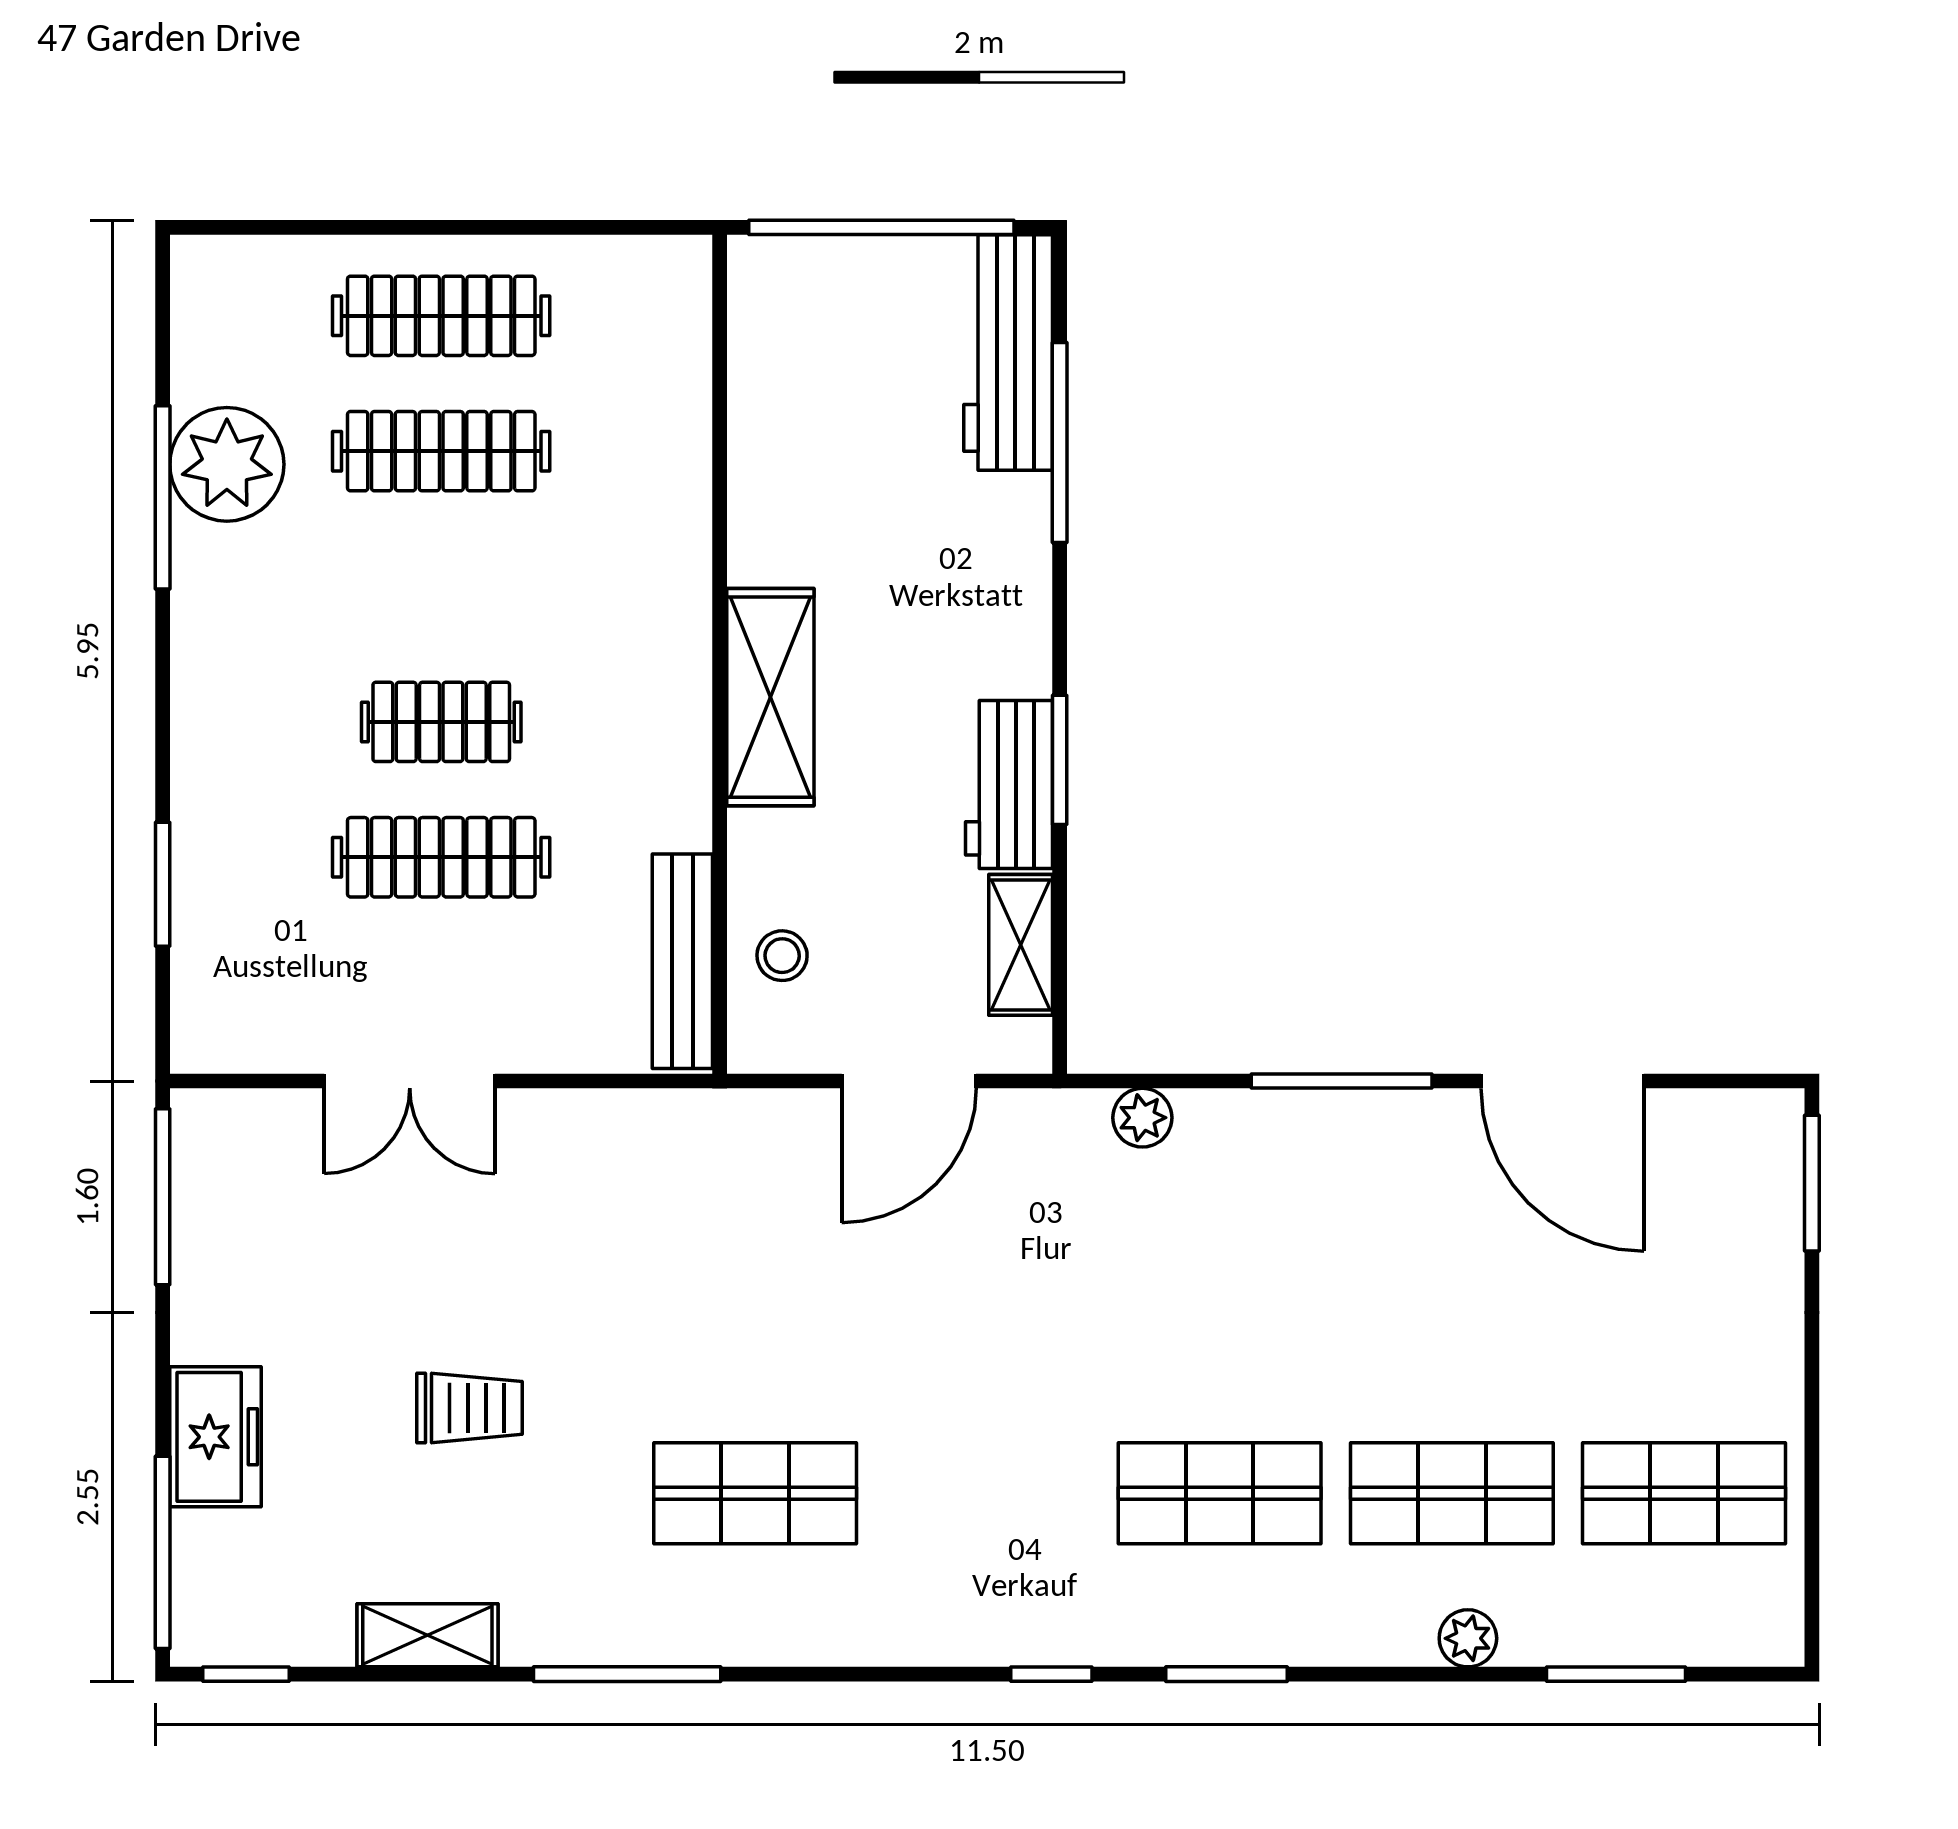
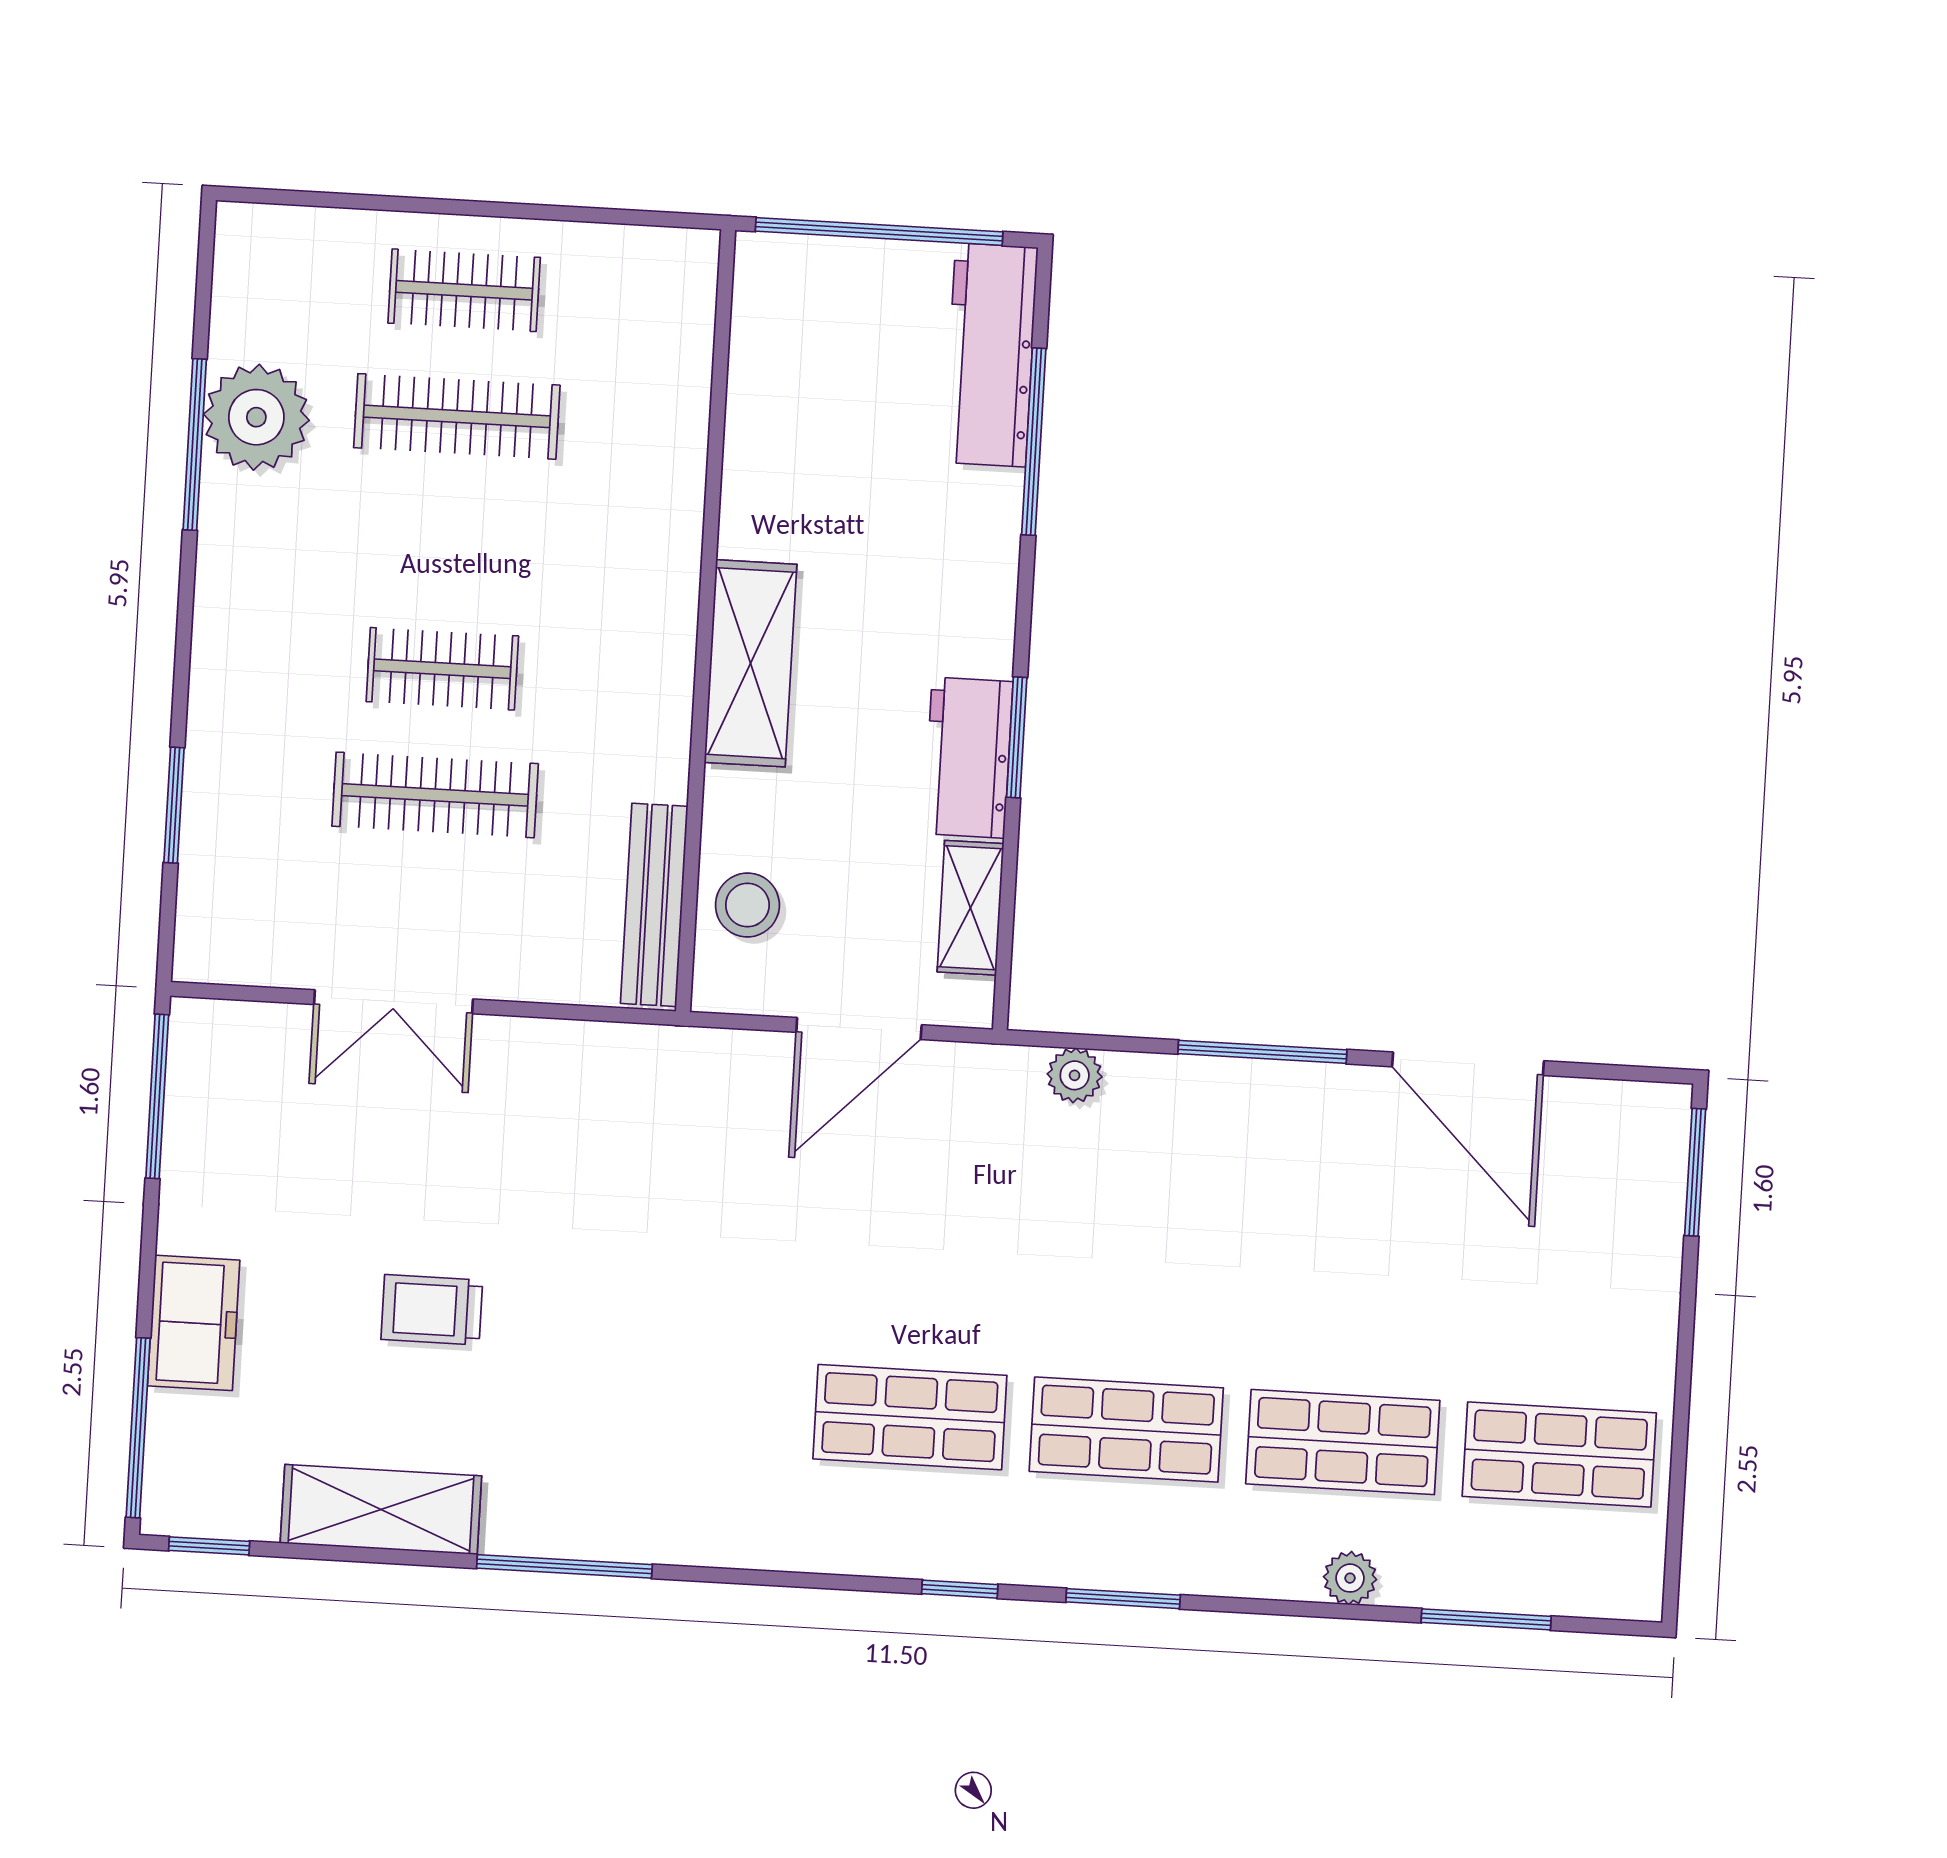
clothes rail: (441, 316) -> (464, 290), width x0.73
stool: (782, 956) -> (747, 905), width x1.37, depth x1.37
trolley: (469, 1408) -> (432, 1310), turned 180
shop shelf: (755, 1493) -> (910, 1417), moved
shelving: (427, 1635) -> (381, 1509), width x1.50, depth x1.33

